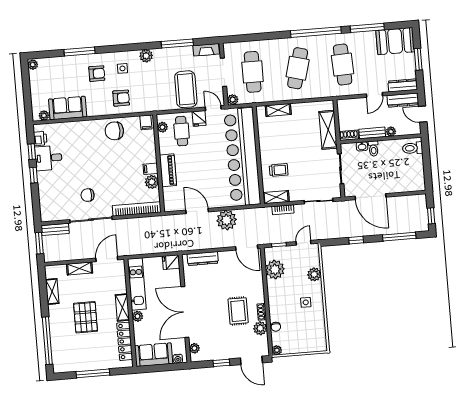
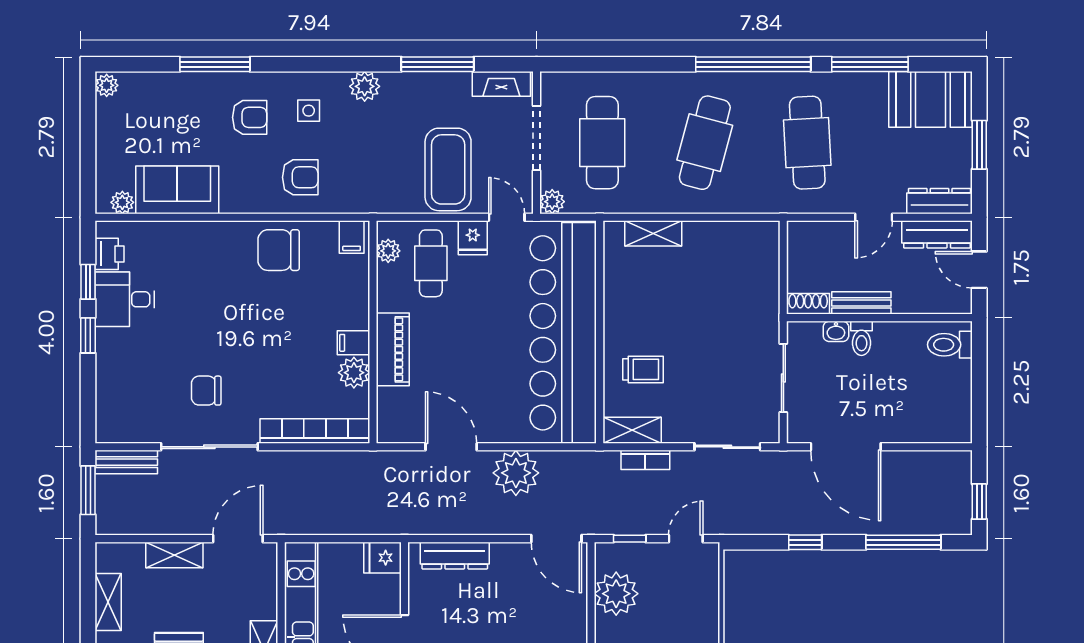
shelving: (328, 130) -> (762, 288), removed
plant: (391, 132) -> (904, 303), removed
plant: (314, 274) -> (704, 612), removed

